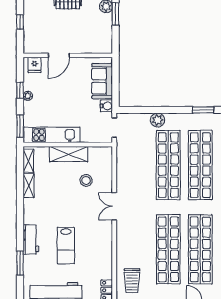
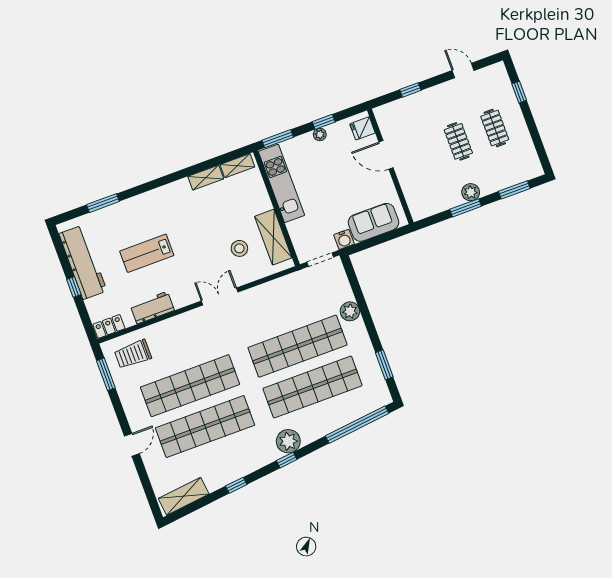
shelving: (69, 154) -> (273, 237), moved
workbench: (31, 239) -> (152, 308), moved, turned 180

